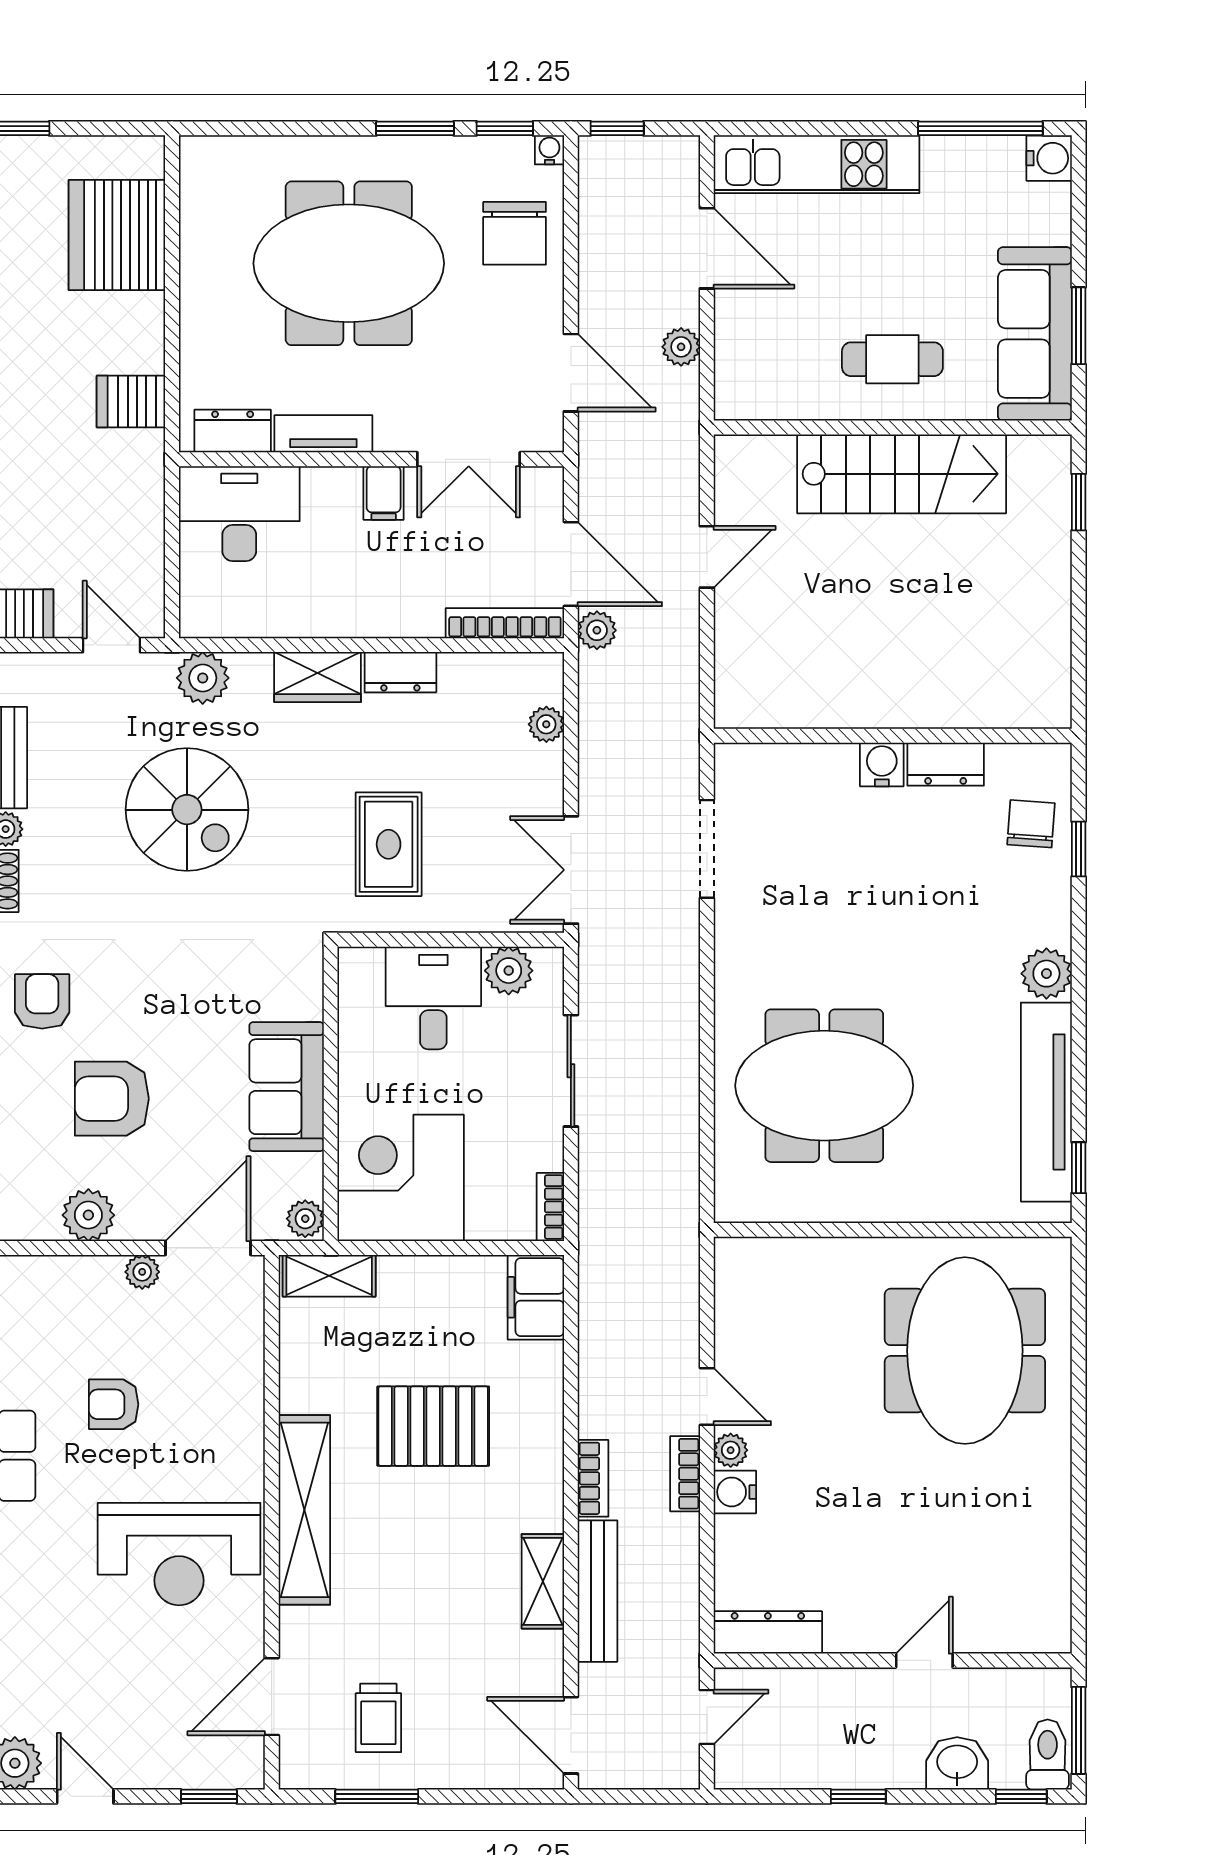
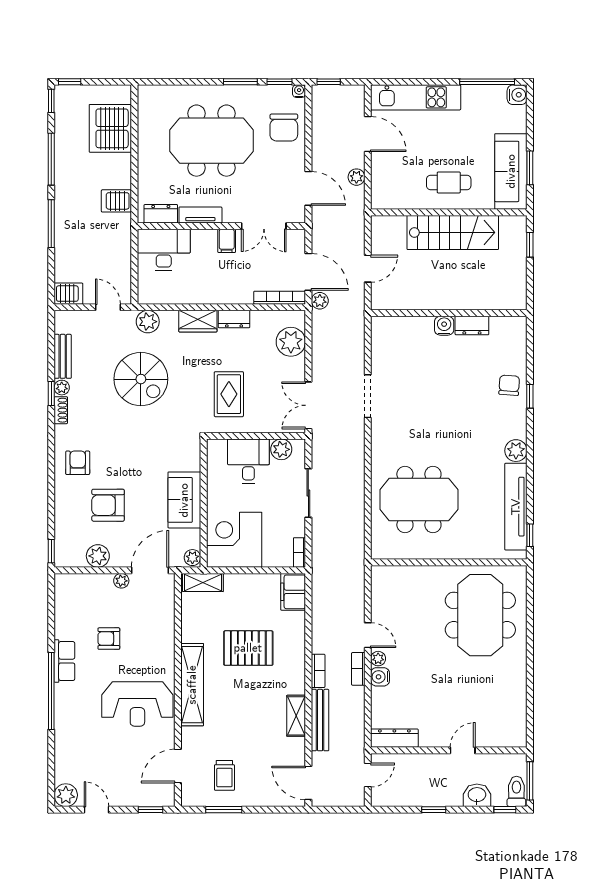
plant: (546, 724) -> (291, 342), width x1.88, depth x1.88
wall: (893, 736) -> (449, 313), moved
water cooler: (882, 764) -> (444, 326), moved
dresser: (946, 764) -> (472, 326), moved

